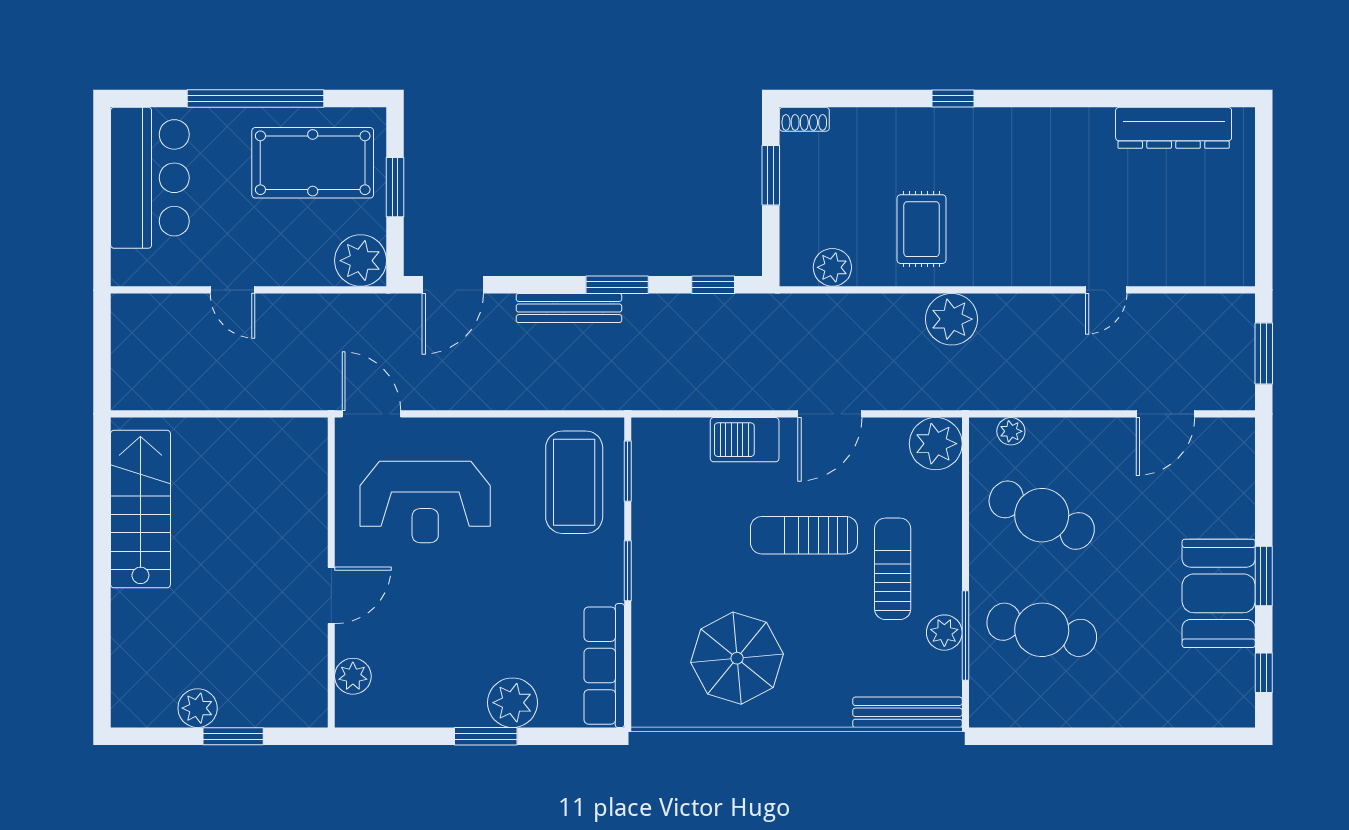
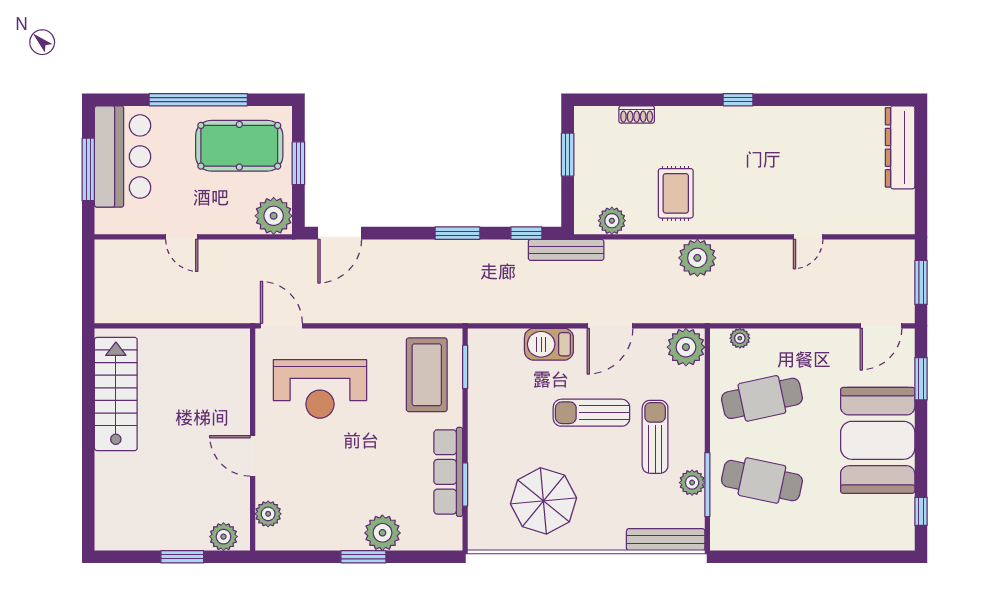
window: (953, 99) -> (738, 100), moved
shoe rack: (804, 119) -> (637, 115), moved
dresser: (1174, 128) -> (900, 147), moved, turned 90
window: (102, 196) -> (88, 169), added
bench: (569, 308) -> (566, 250), moved
door: (1165, 414) -> (881, 326), moved
cafe table: (1042, 515) -> (762, 398), turned -36
window: (628, 571) -> (465, 485), moved
window: (1264, 576) -> (921, 379), moved
booth: (1219, 593) -> (878, 440), width x1.36, depth x1.42
door: (331, 595) -> (253, 456), swing flipped
row of seats: (604, 666) -> (448, 472), moved
plant: (198, 708) -> (223, 537), moved

